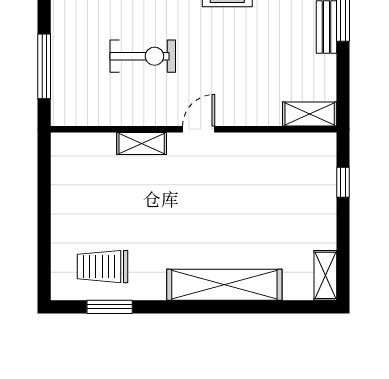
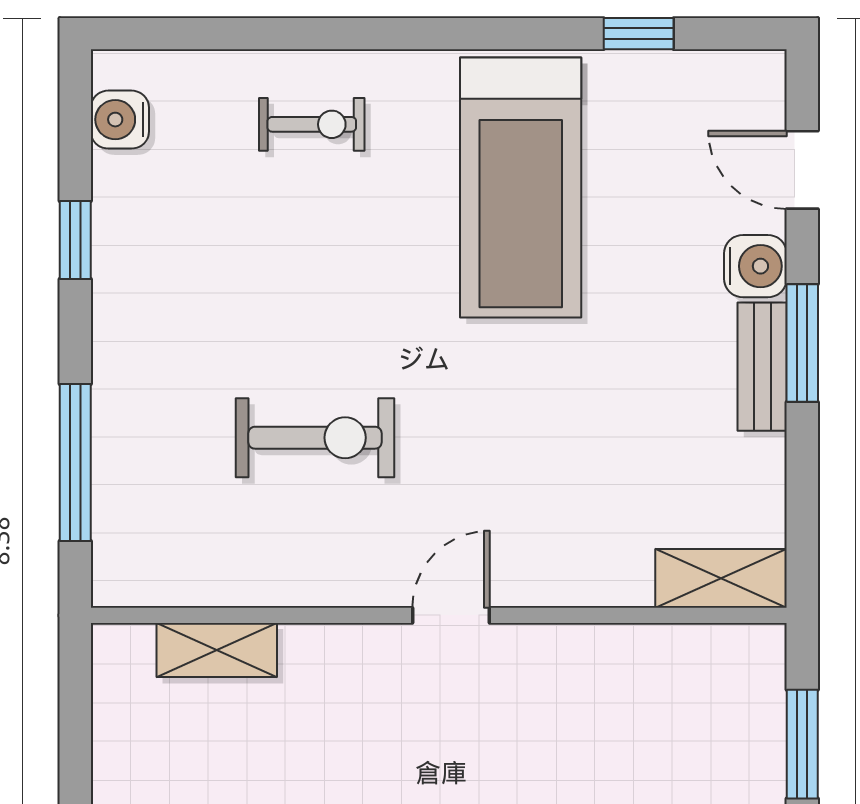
shelving: (142, 143) -> (217, 650), moved
window: (343, 182) -> (802, 744), width x1.50

